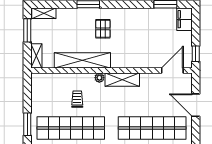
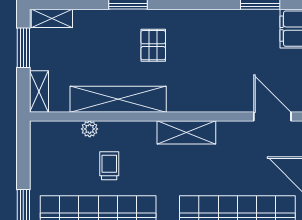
door: (172, 70) -> (272, 116), hinge flipped
plant: (99, 78) -> (90, 129), moved

